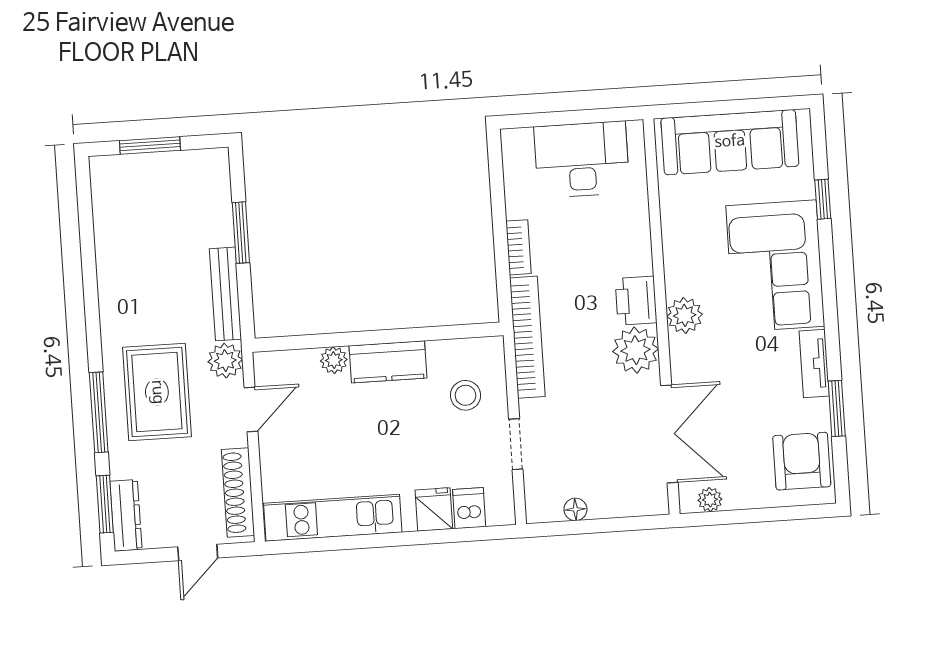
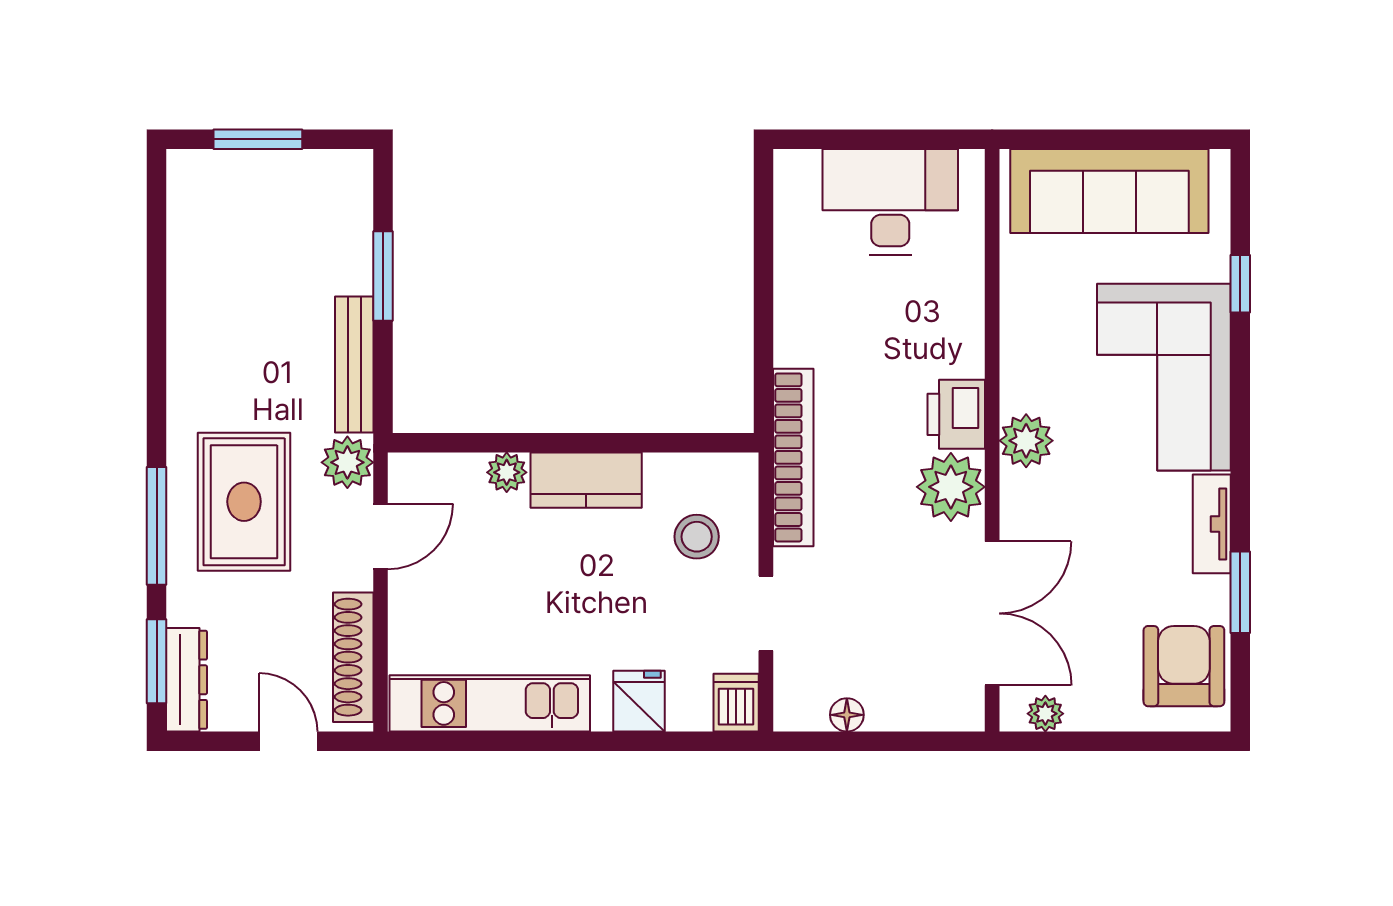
bookcase: (519, 247) -> (789, 325), removed
dishwasher: (469, 508) -> (736, 703), moved
door: (198, 552) -> (288, 741), swing flipped

